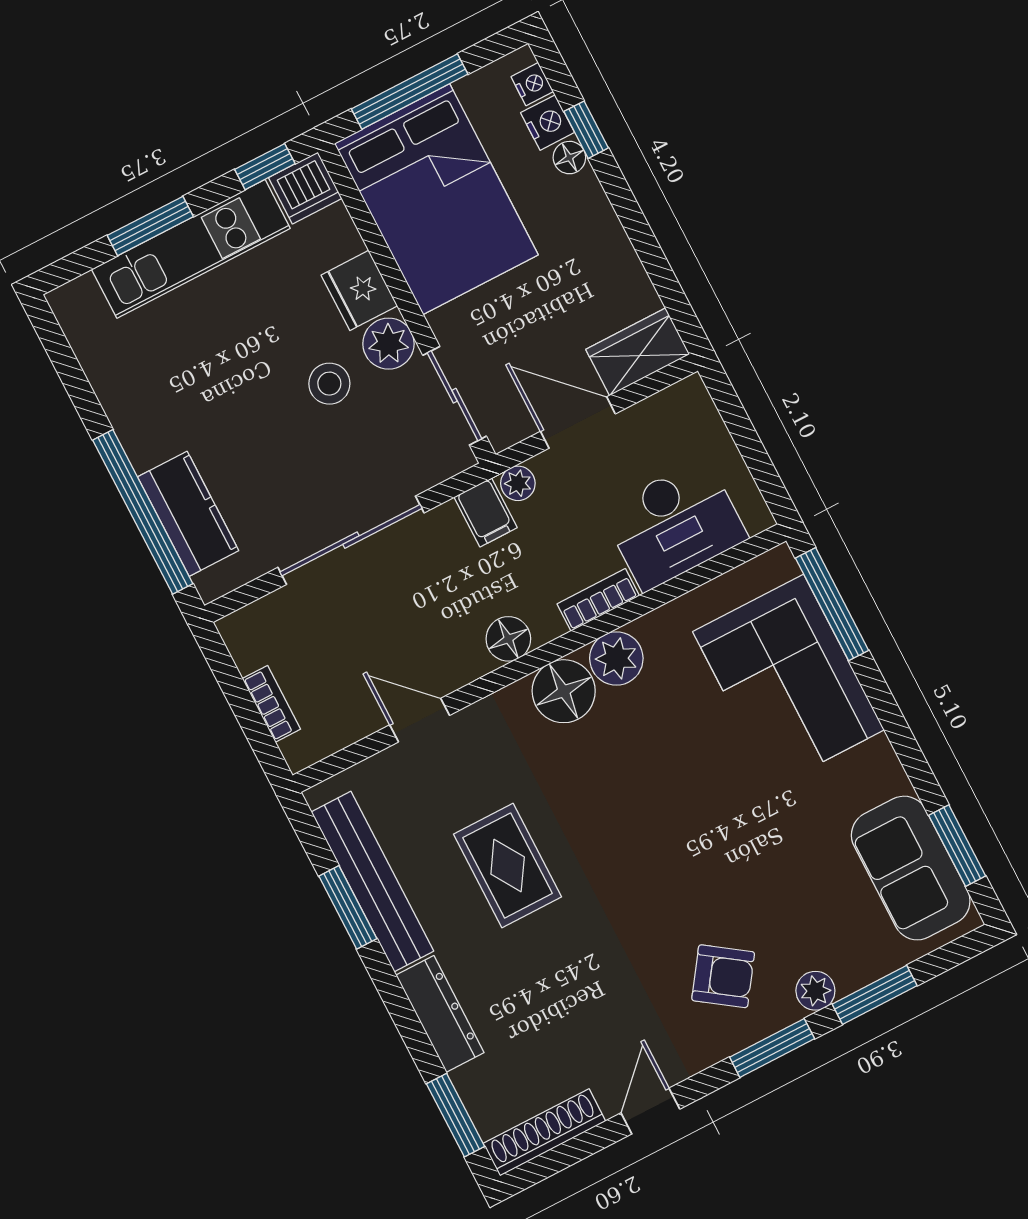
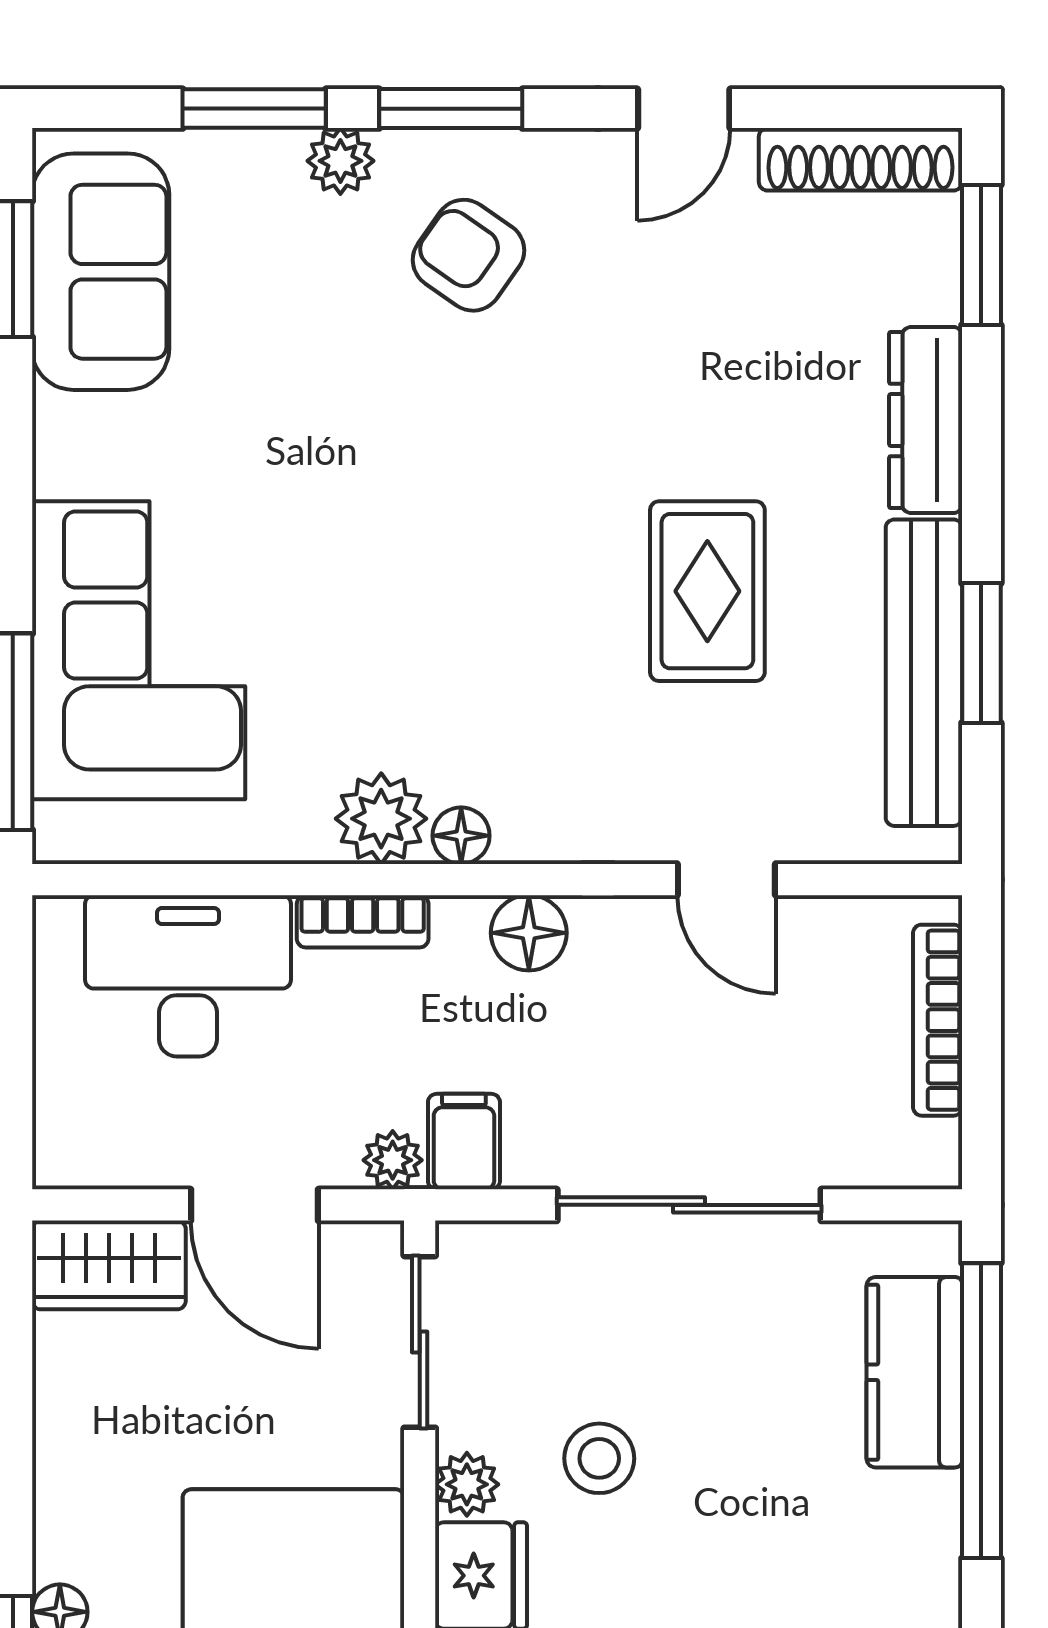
plant: (388, 344) -> (467, 1484), width x0.73, depth x0.73
floor lamp: (564, 691) -> (461, 836), width x0.53, depth x0.53
bookcase: (271, 704) -> (938, 1020), width x1.56

